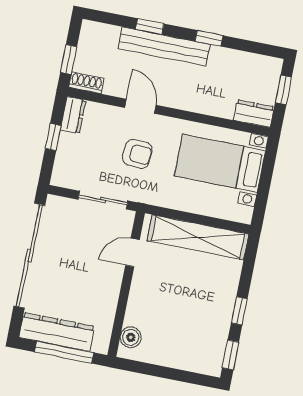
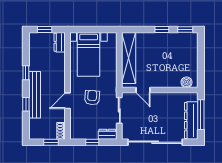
dresser: (73, 115) -> (107, 134), moved

